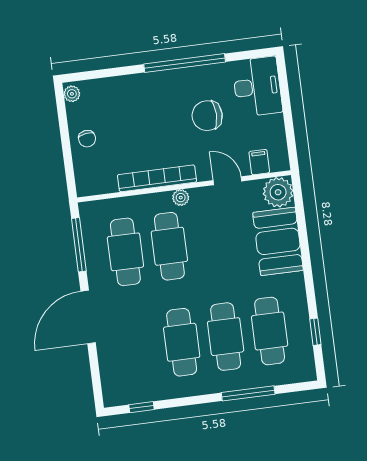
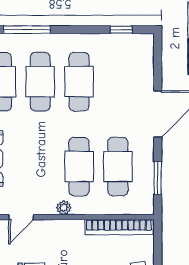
bookcase: (157, 178) -> (119, 227), moved
door: (227, 181) -> (21, 217), hinge flipped
window: (79, 245) -> (158, 178), width x0.69

